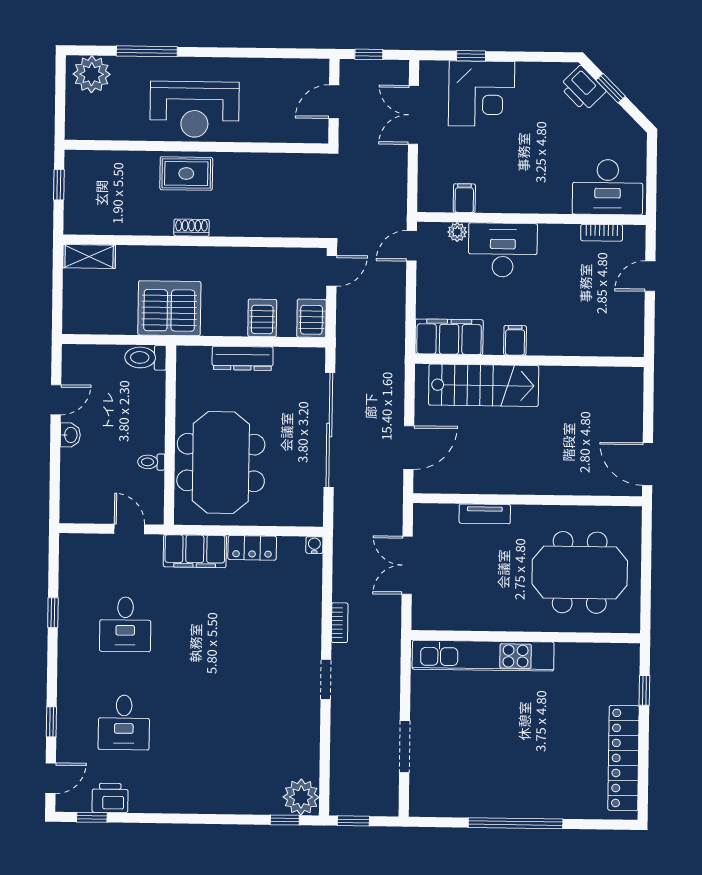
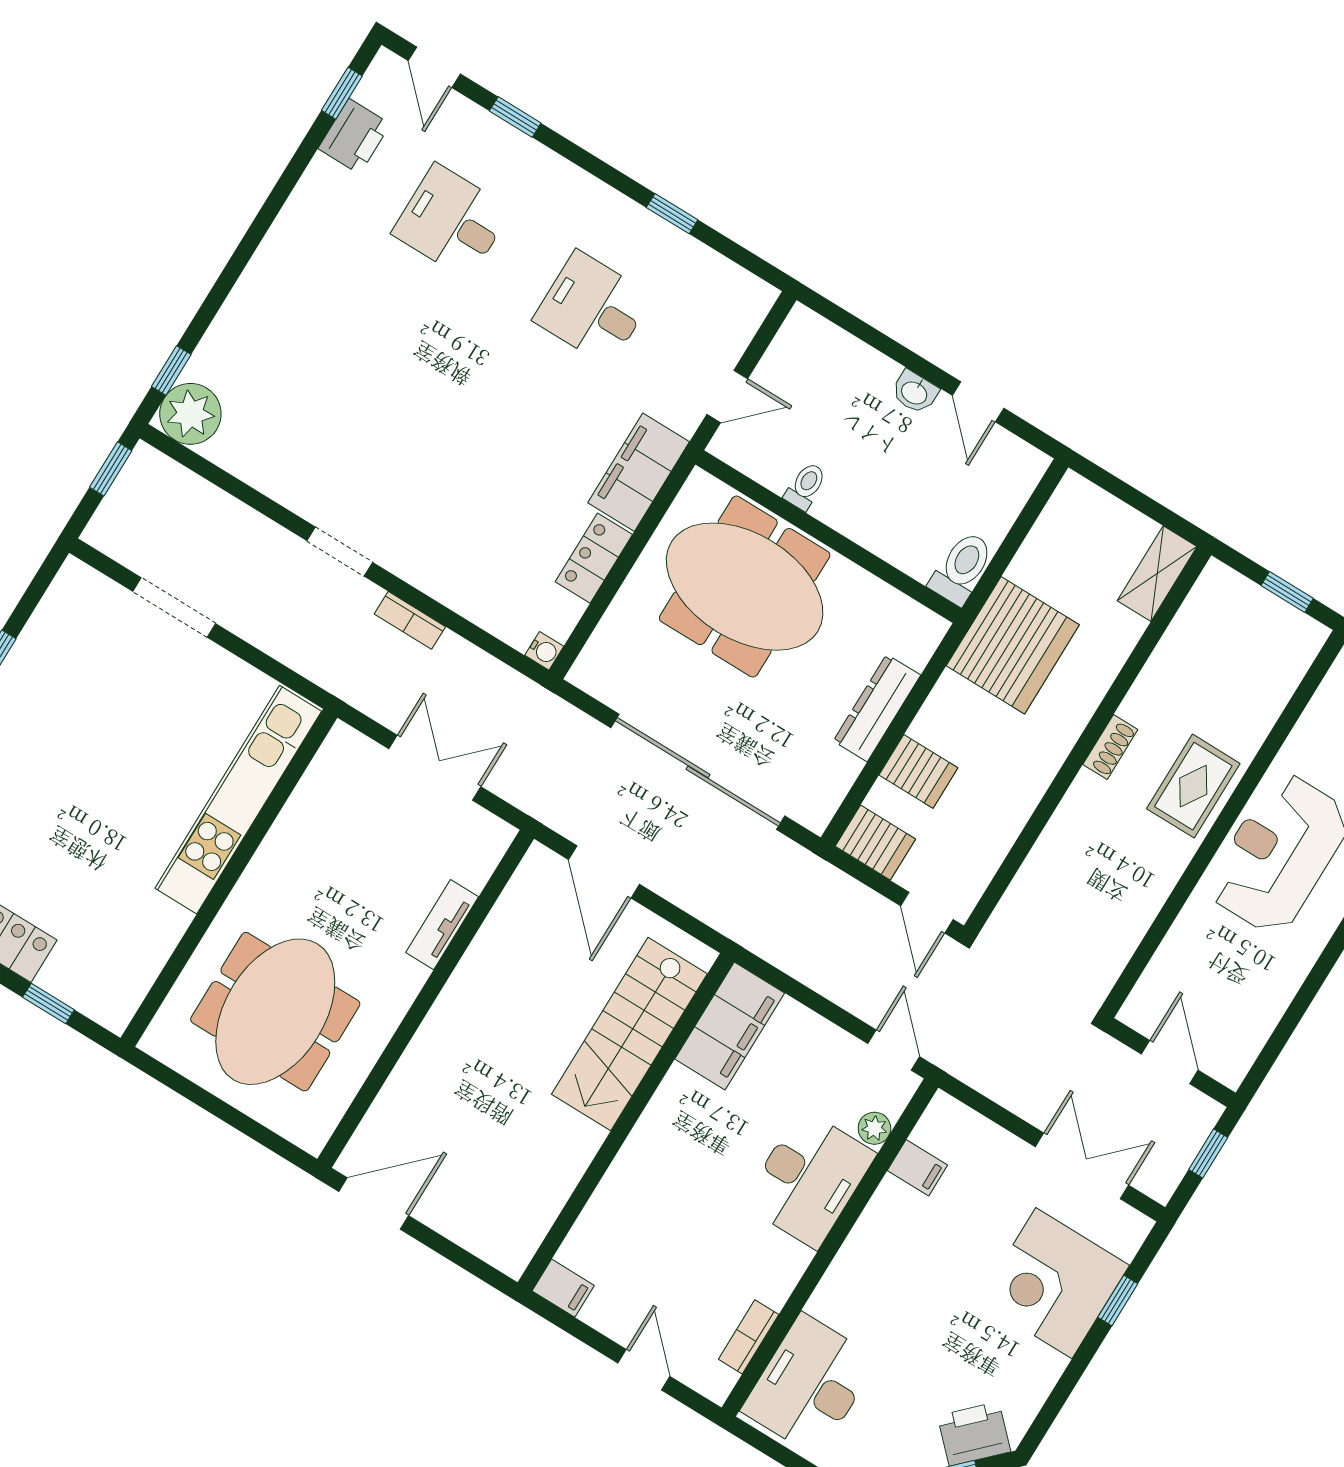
filing cabinet: (515, 340) -> (563, 1288), moved

